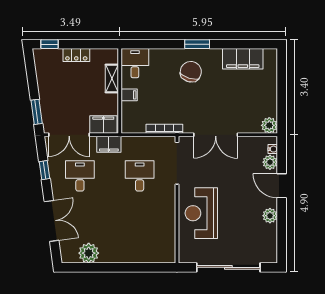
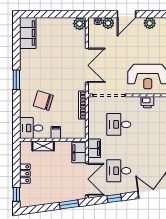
filing cabinet: (243, 59) -> (28, 33), moved
chair: (191, 72) -> (43, 101), moved
printer: (168, 213) -> (147, 102), added

